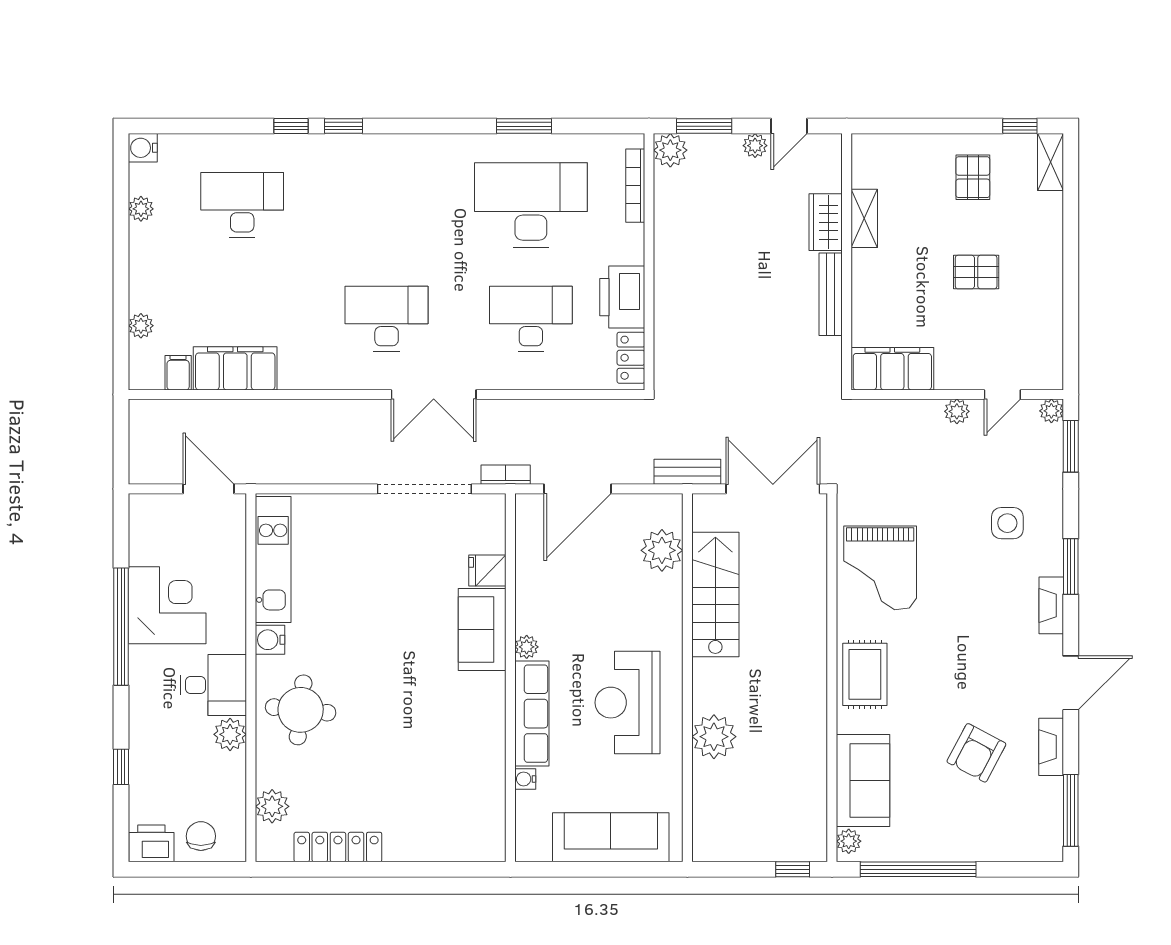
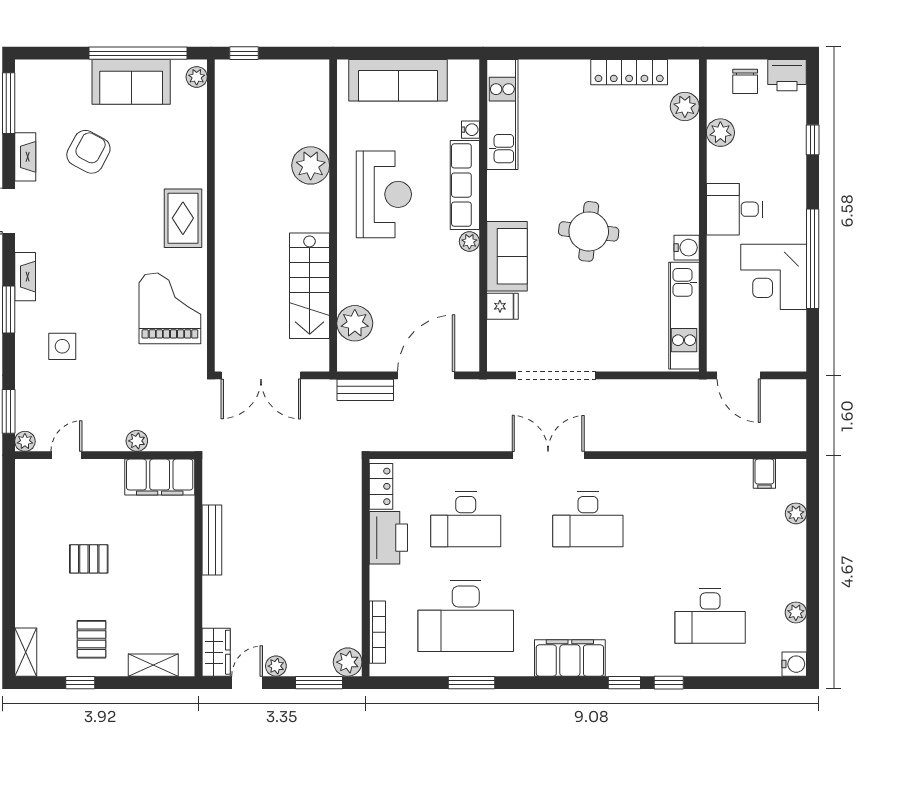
window: (1020, 126) -> (80, 683), moved
shelving: (864, 218) -> (153, 665), moved, turned 90
wardrobe: (826, 222) -> (216, 652), moved
filing cabinet: (235, 368) -> (570, 658), moved, turned 180
plant: (957, 411) -> (137, 441), moved
bench: (687, 472) -> (365, 390), moved
bookcase: (506, 475) -> (487, 387), removed
round table: (301, 710) -> (589, 231), moved
plant: (230, 734) -> (720, 133), moved
sofa: (863, 781) -> (131, 82), moved, turned -90
kitchen unit: (488, 797) -> (502, 114), added

